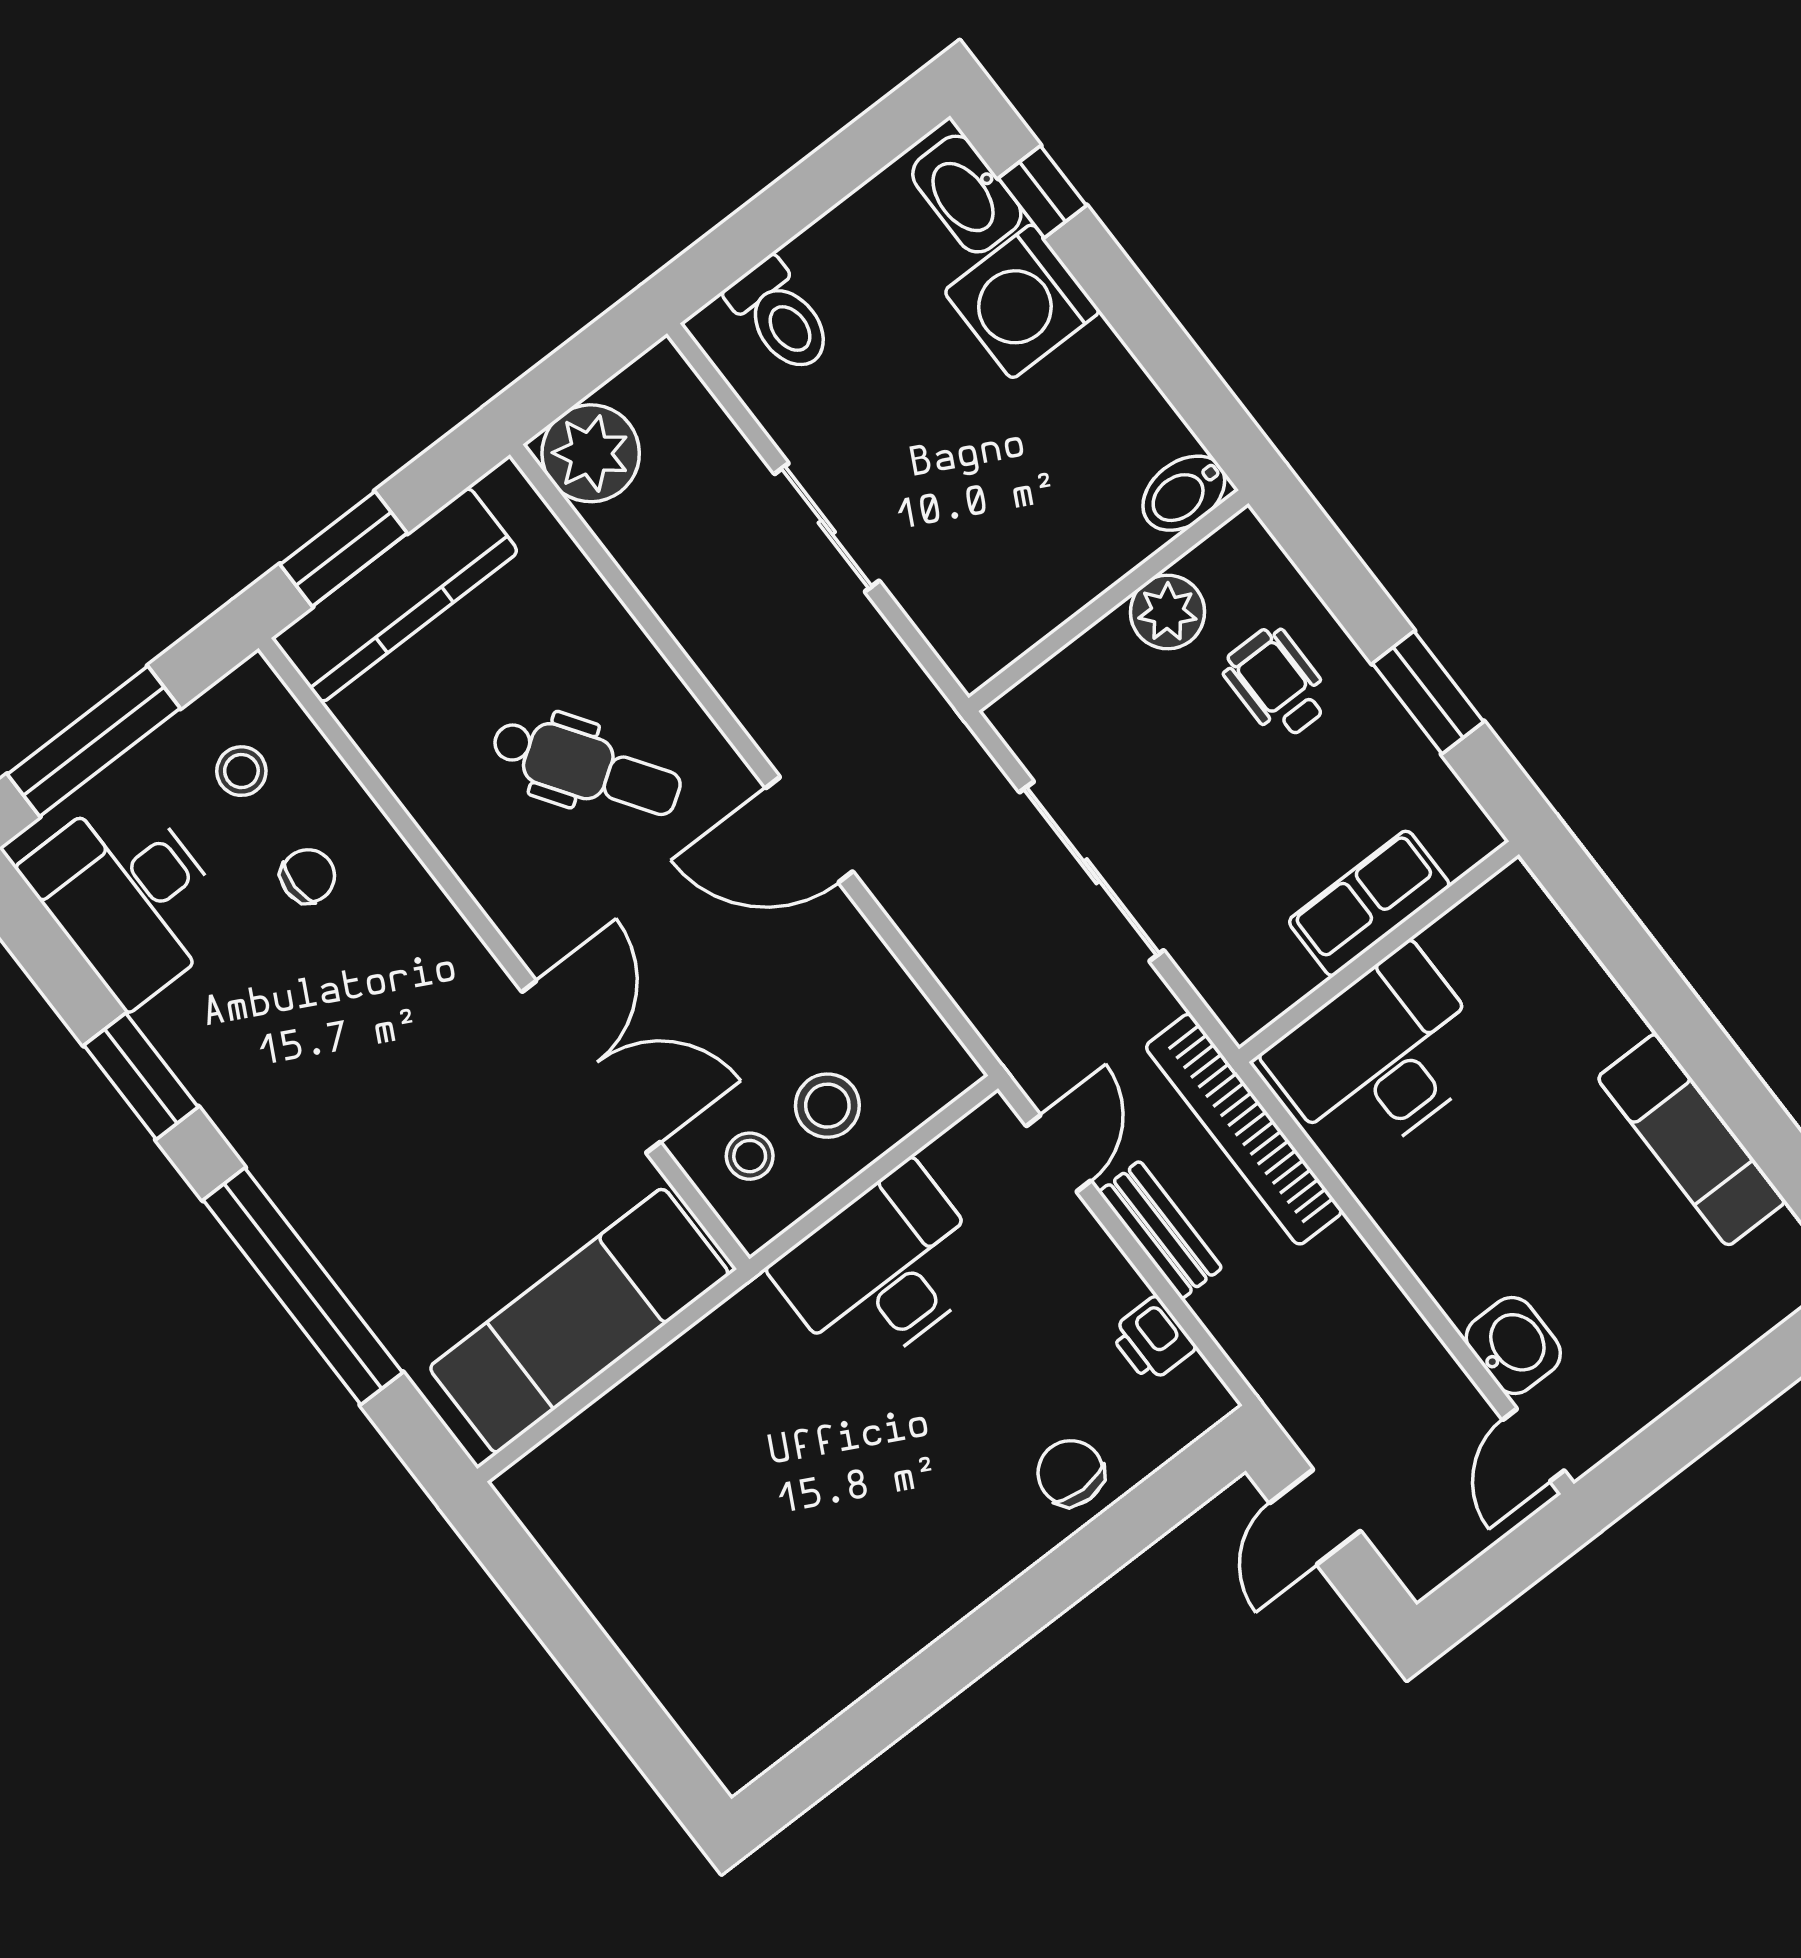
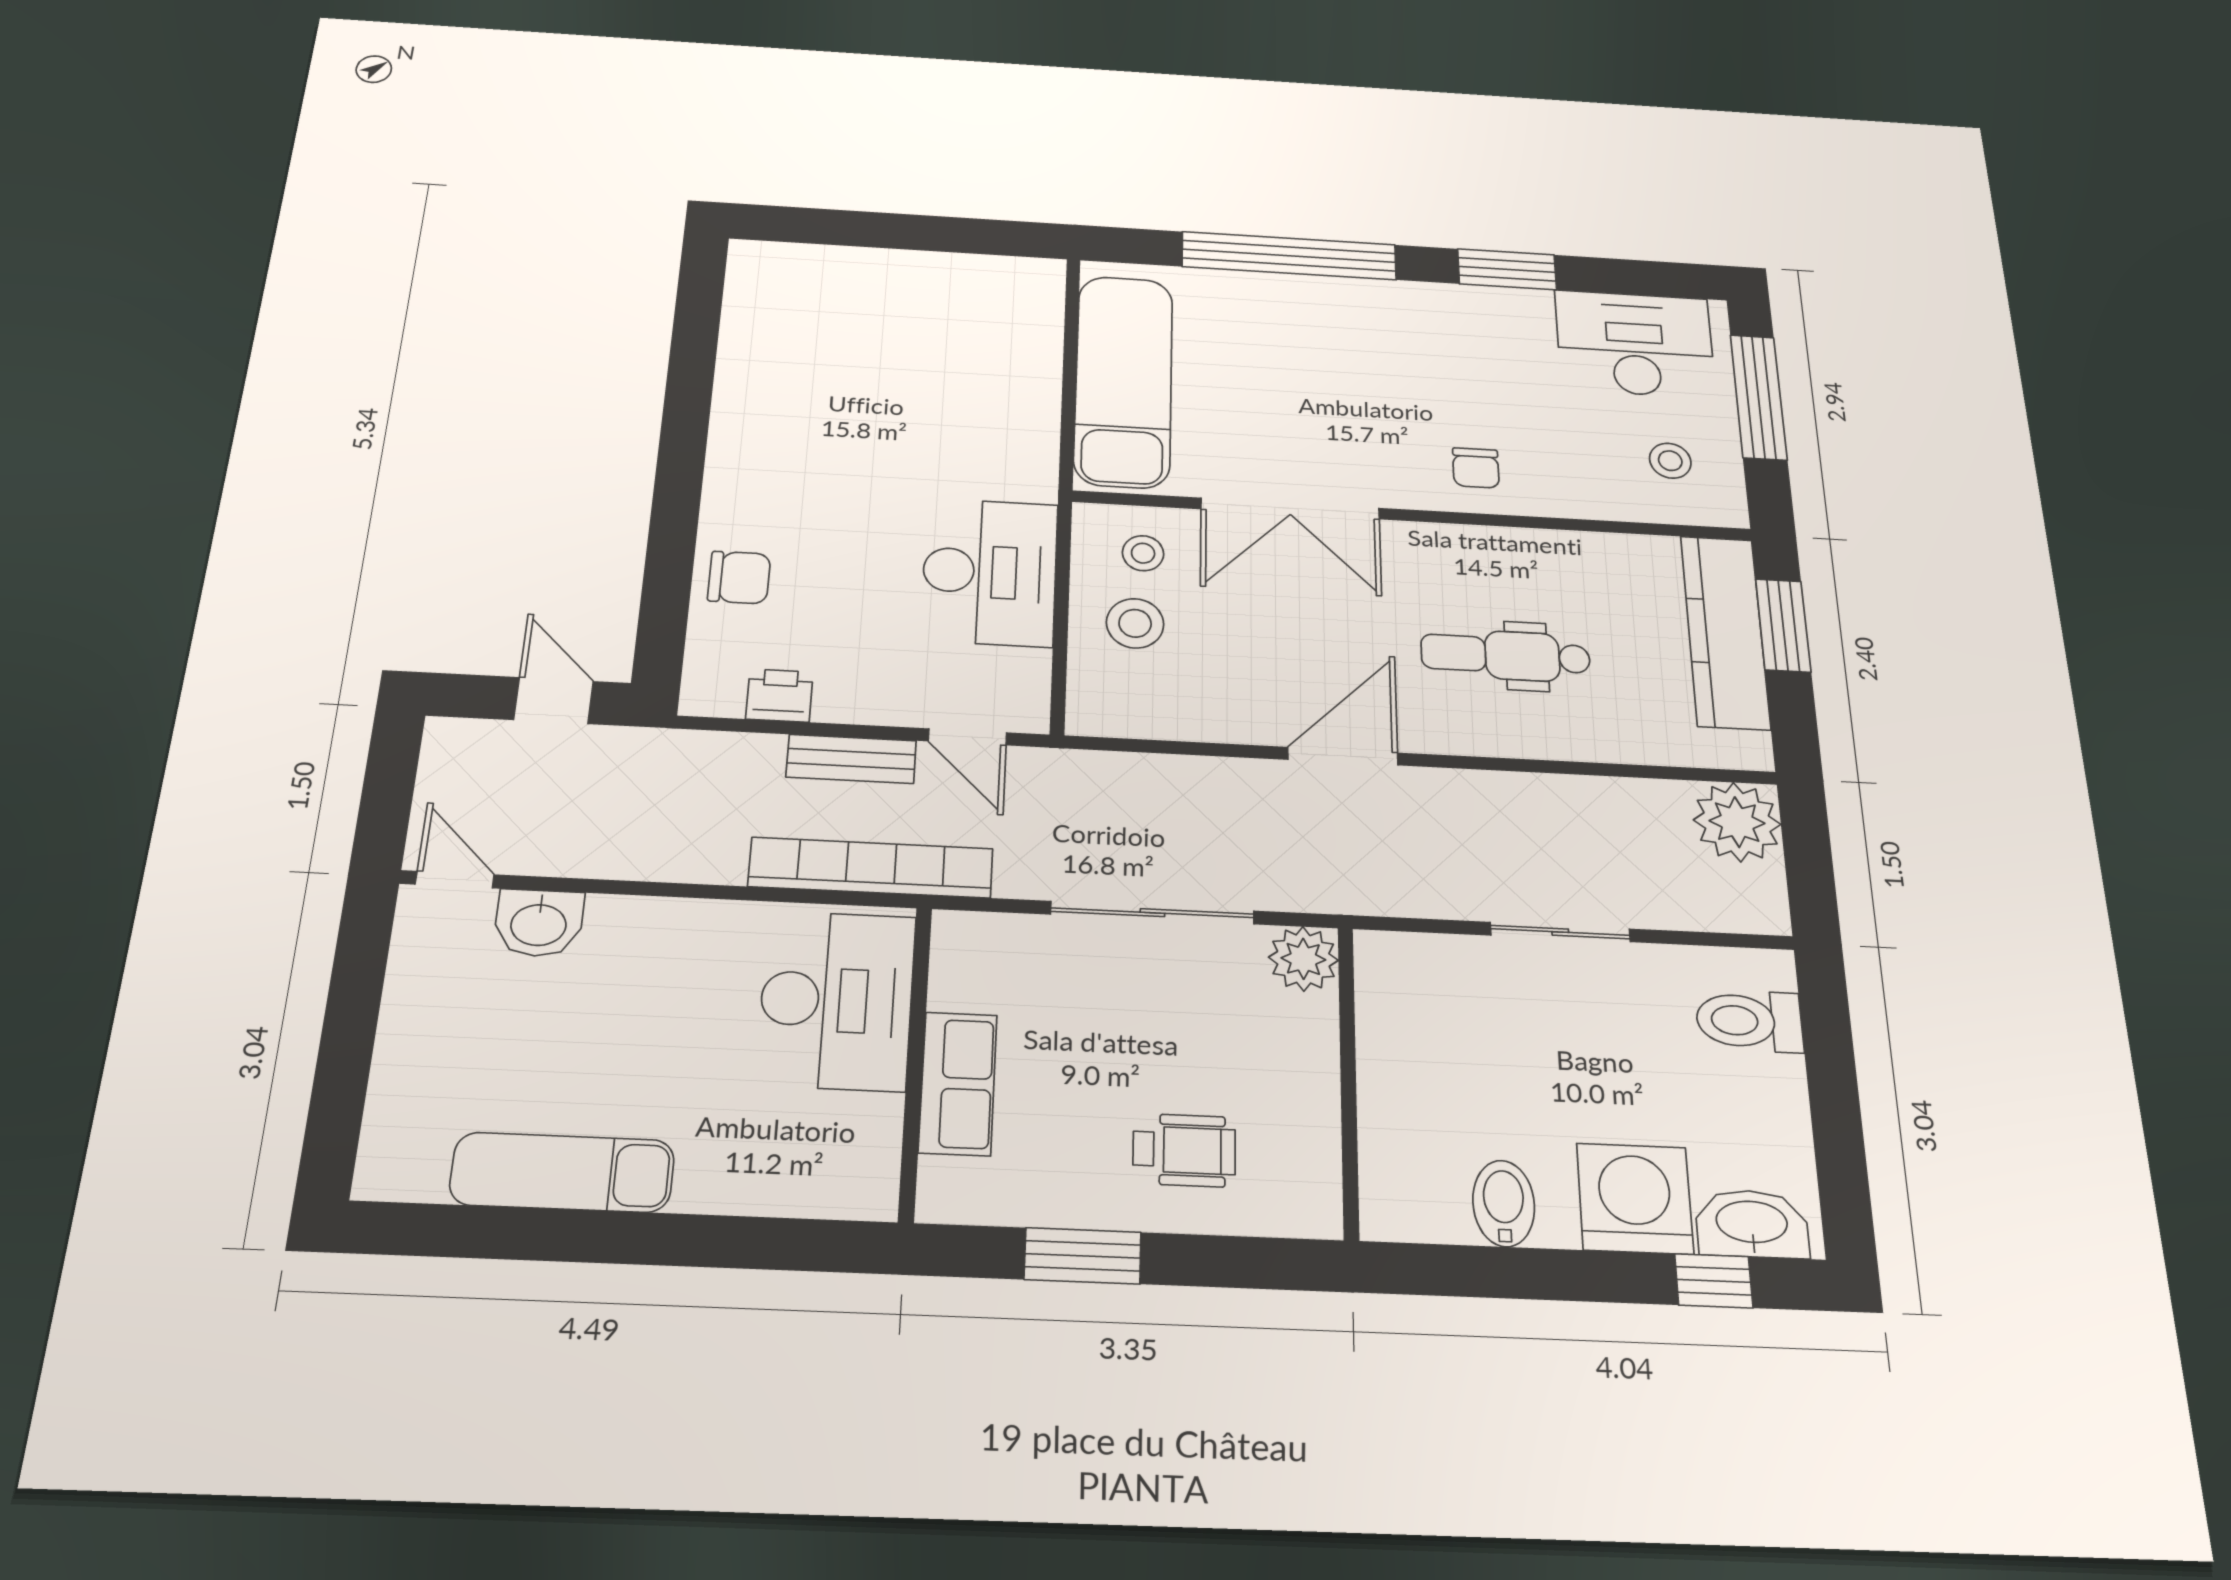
bidet: (1184, 493) -> (1504, 1203), moved
plant: (1167, 612) -> (1303, 959), moved
dental chair: (586, 767) -> (1506, 655), turned 34
chair: (308, 876) -> (1476, 468), moved

